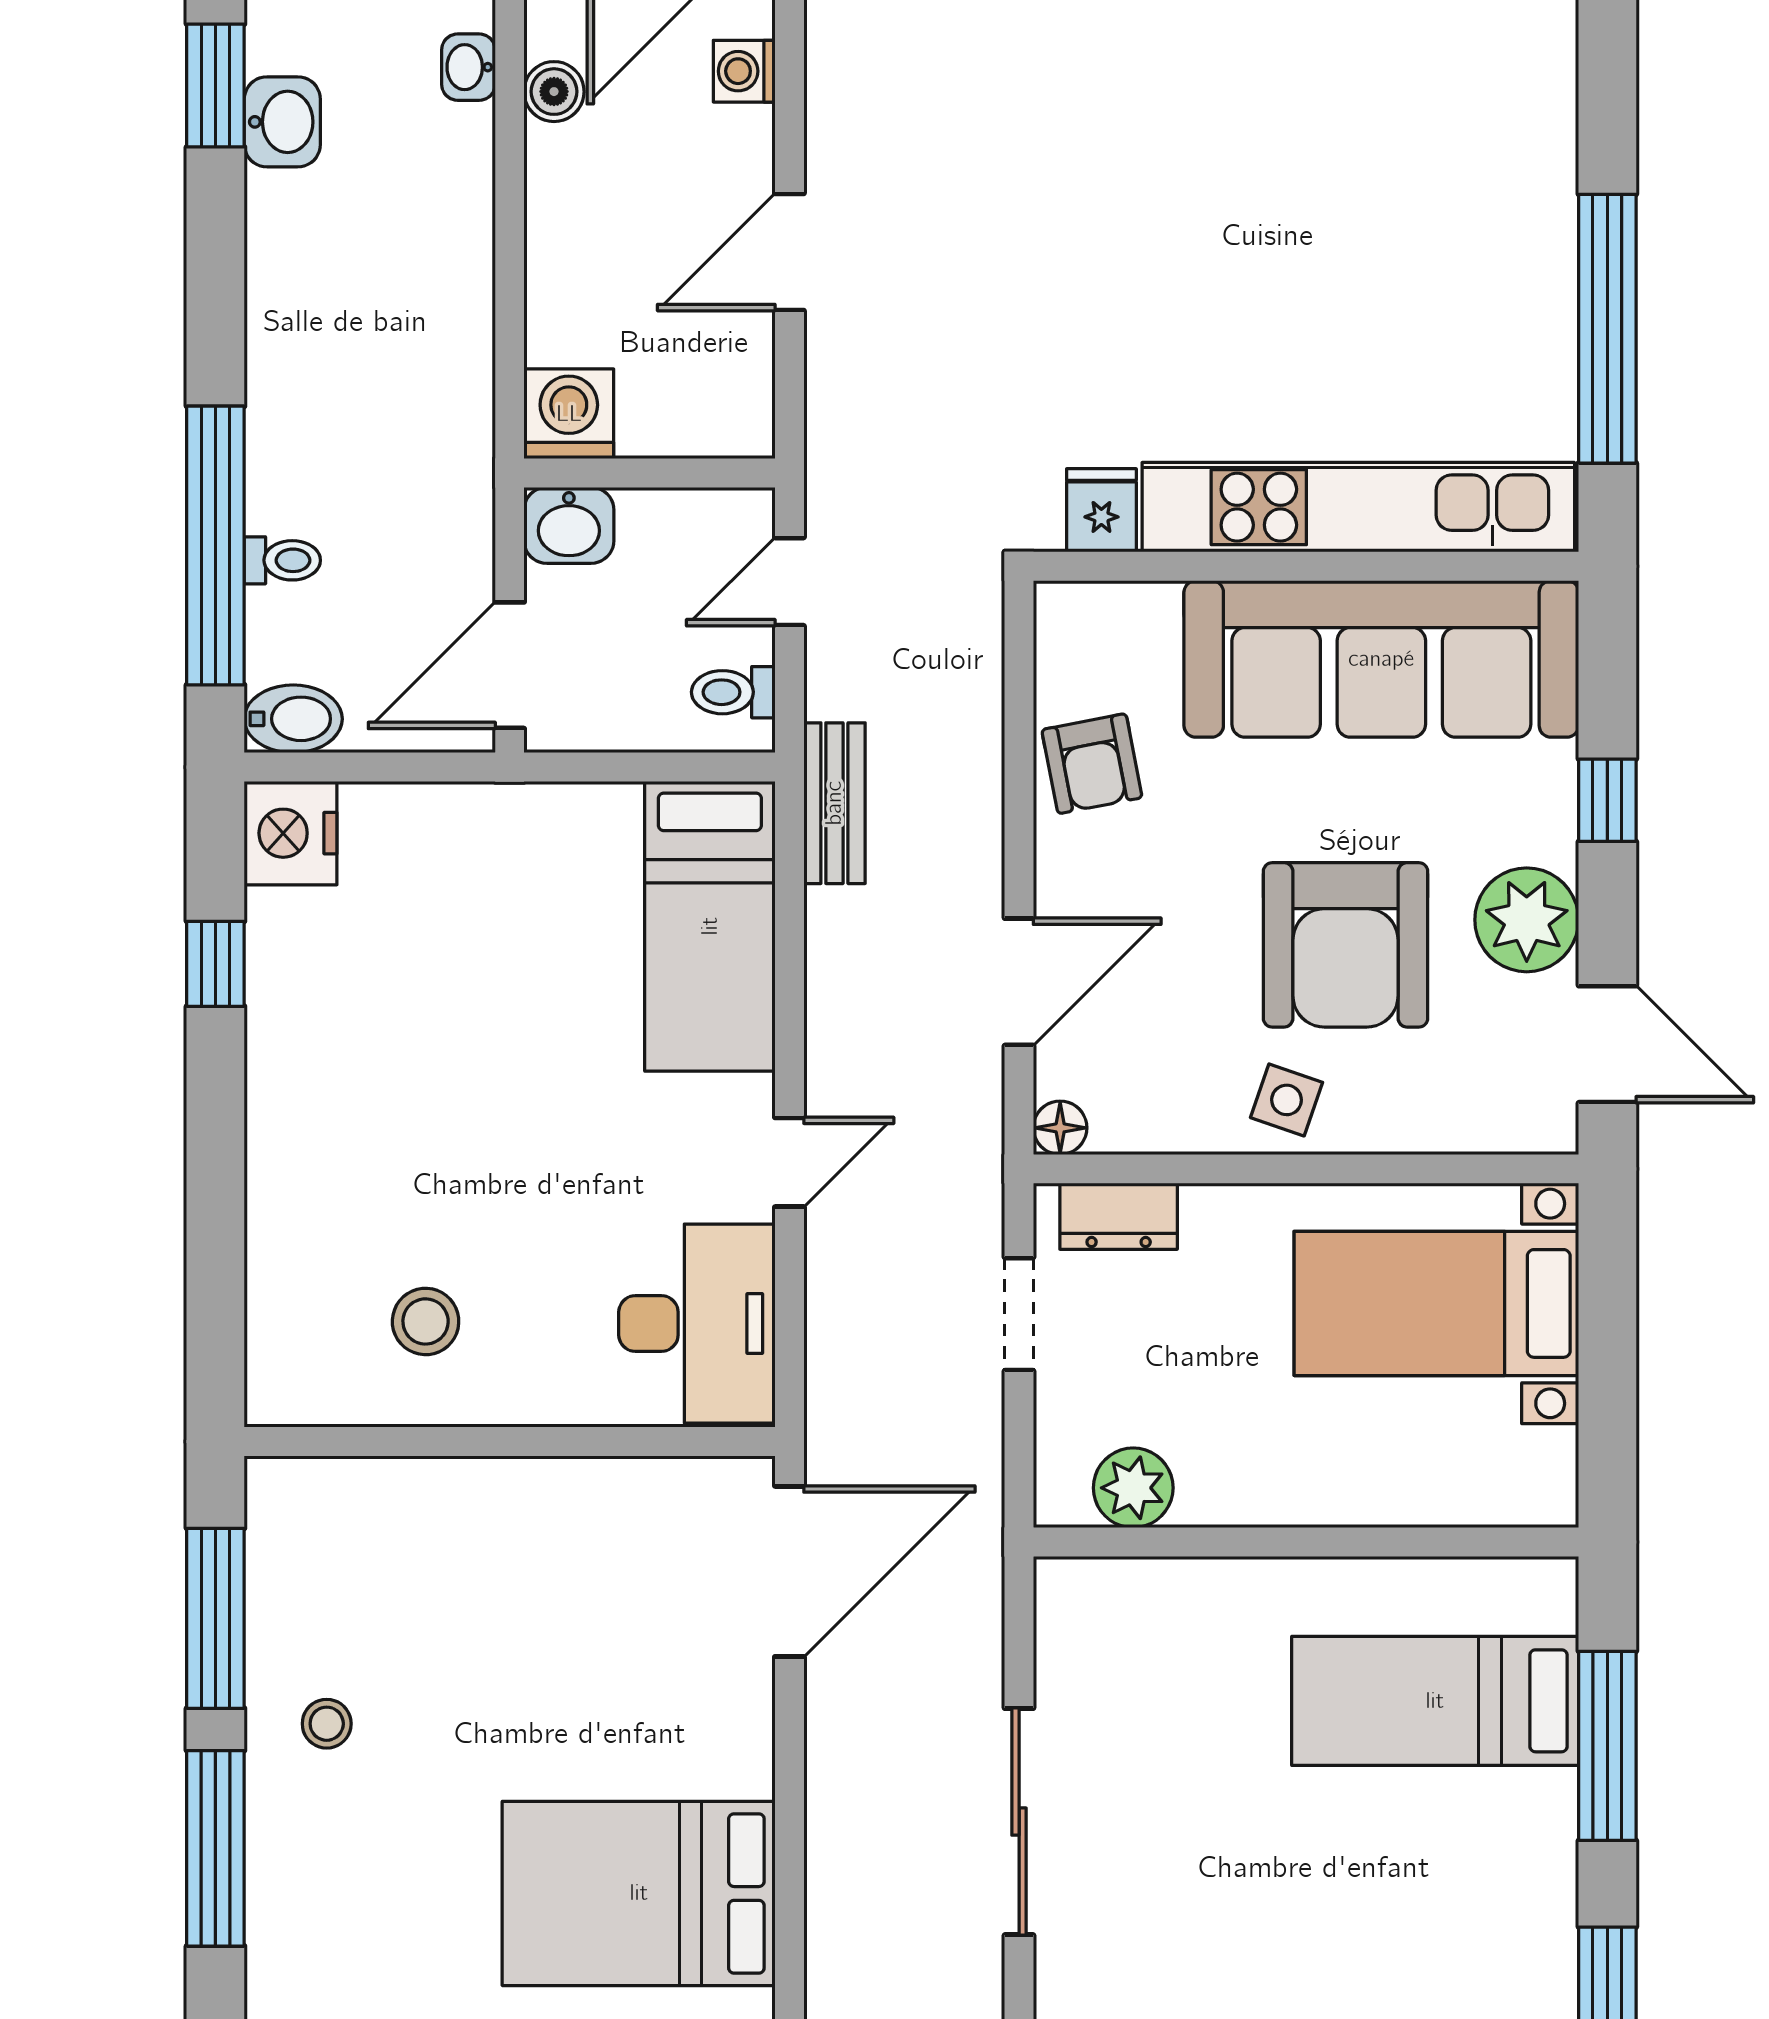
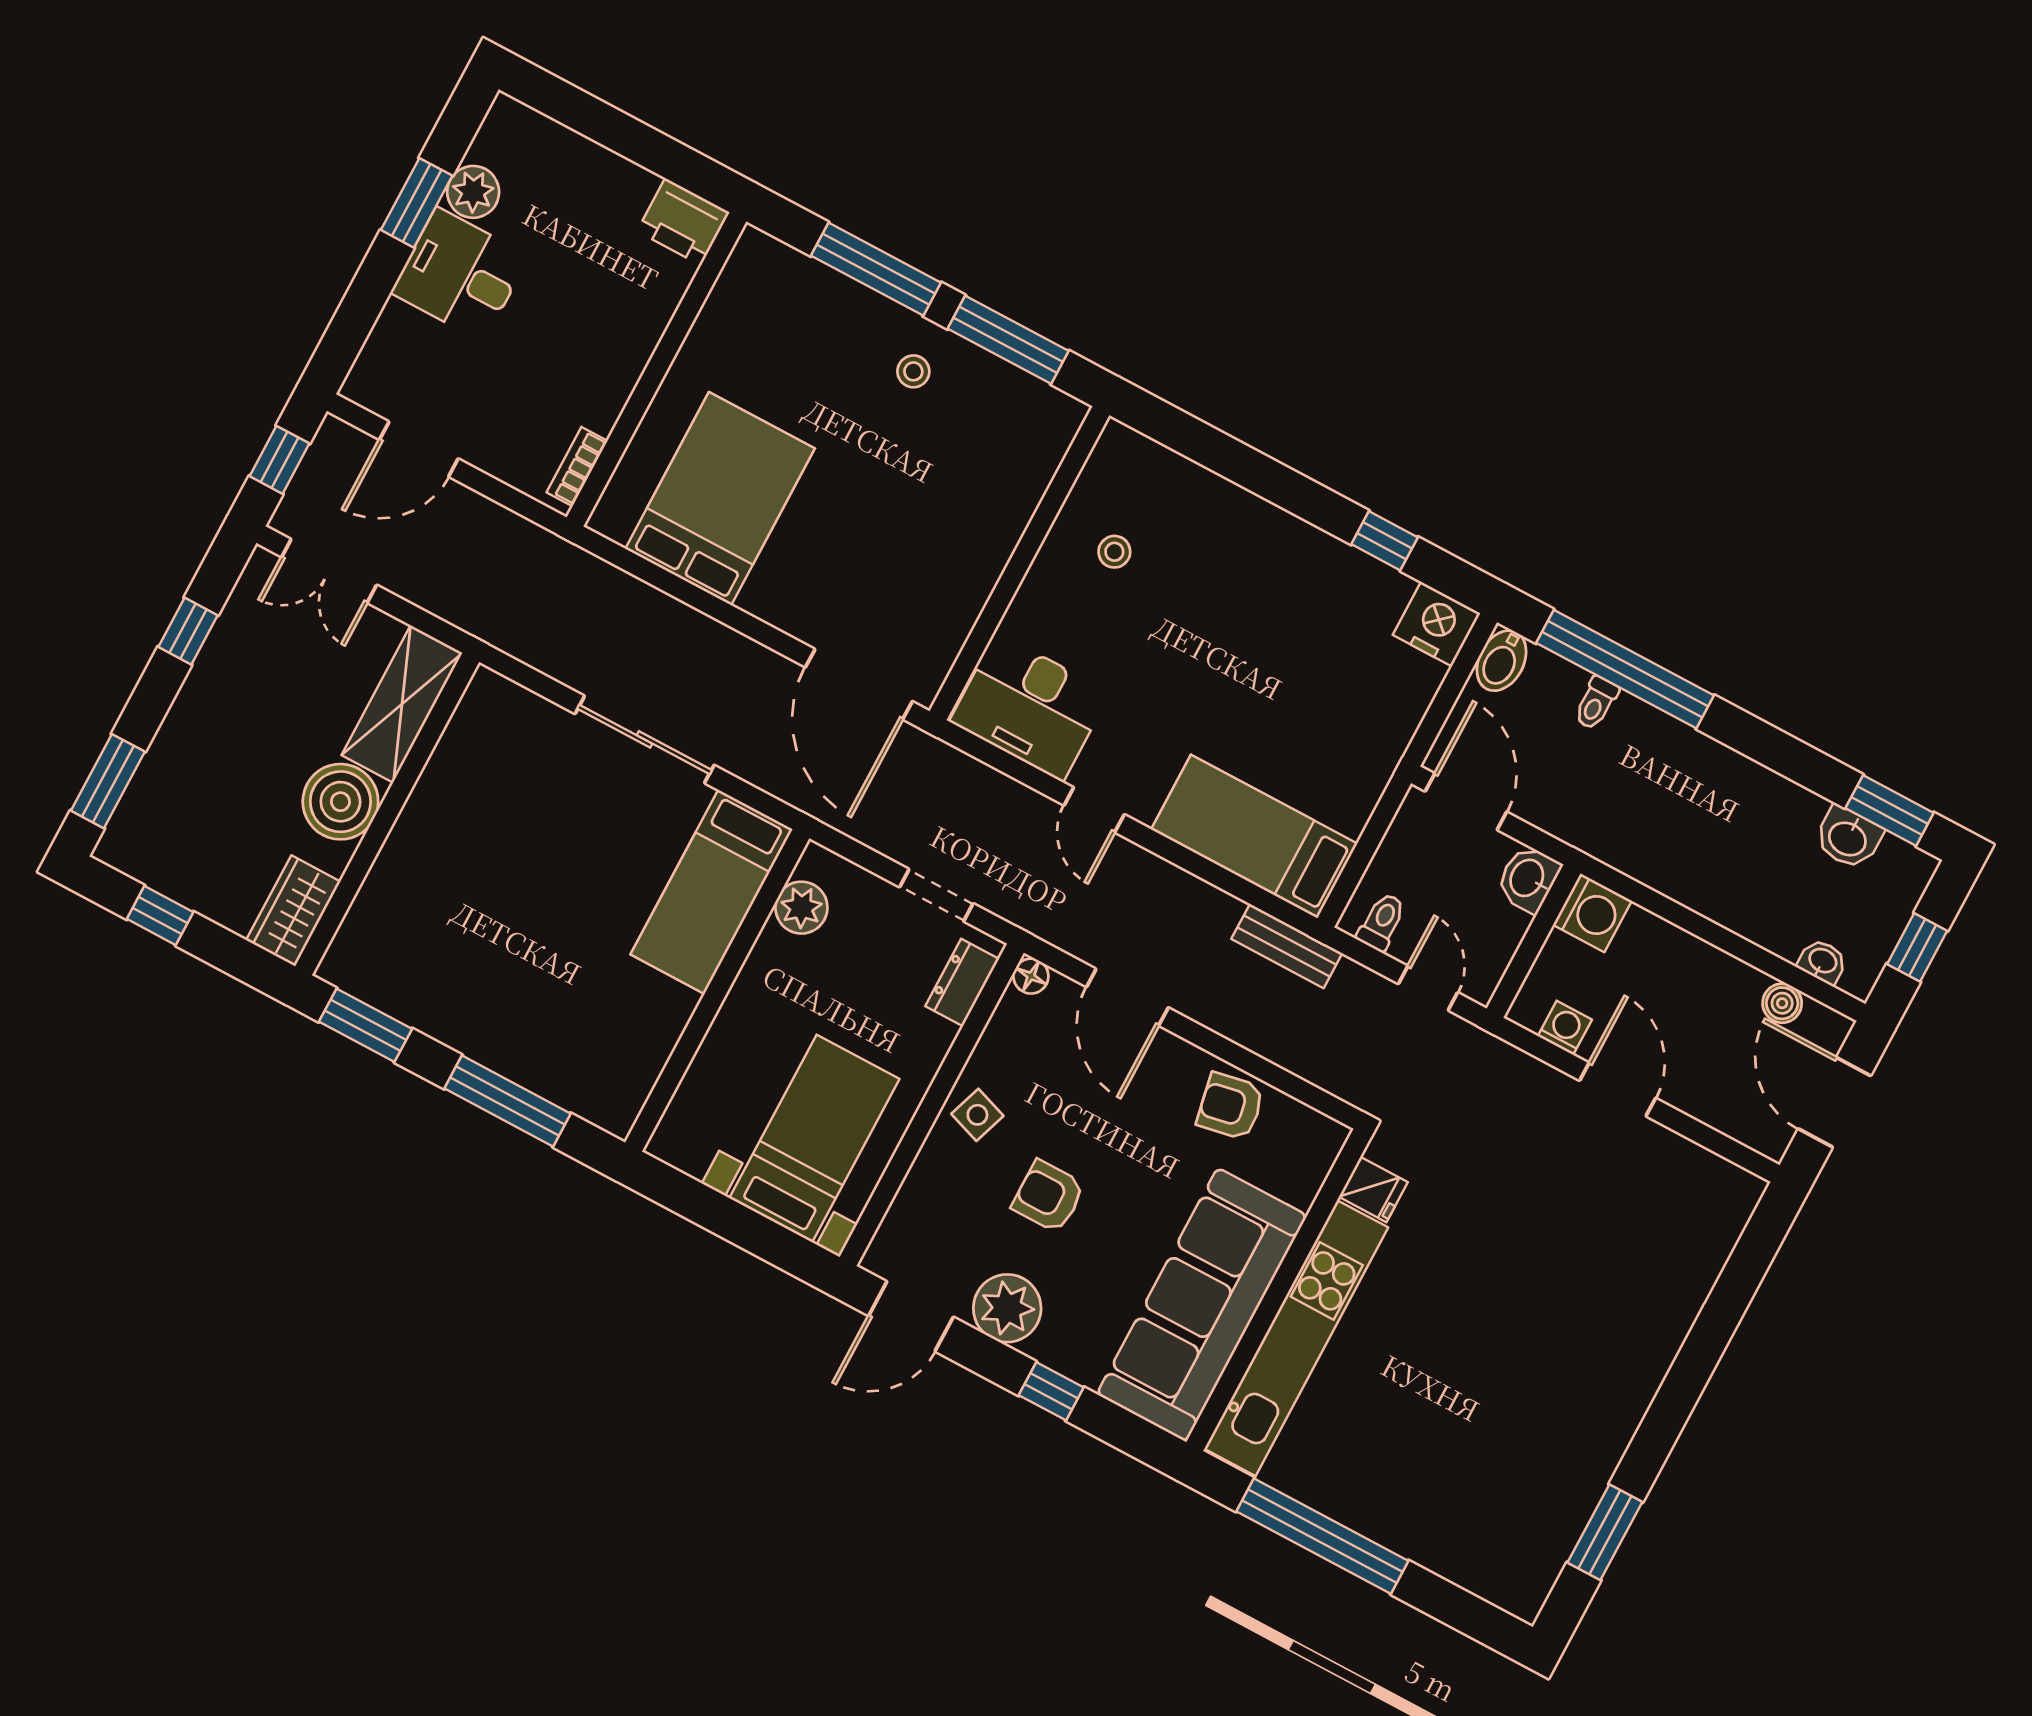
washing machine: (744, 71) -> (1565, 1028), moved
armchair: (1346, 945) -> (1048, 1196), width x0.53, depth x0.53
stool: (426, 1321) -> (1114, 552), width x0.73, depth x0.73
bed: (1435, 1701) -> (712, 892), moved, turned 180

